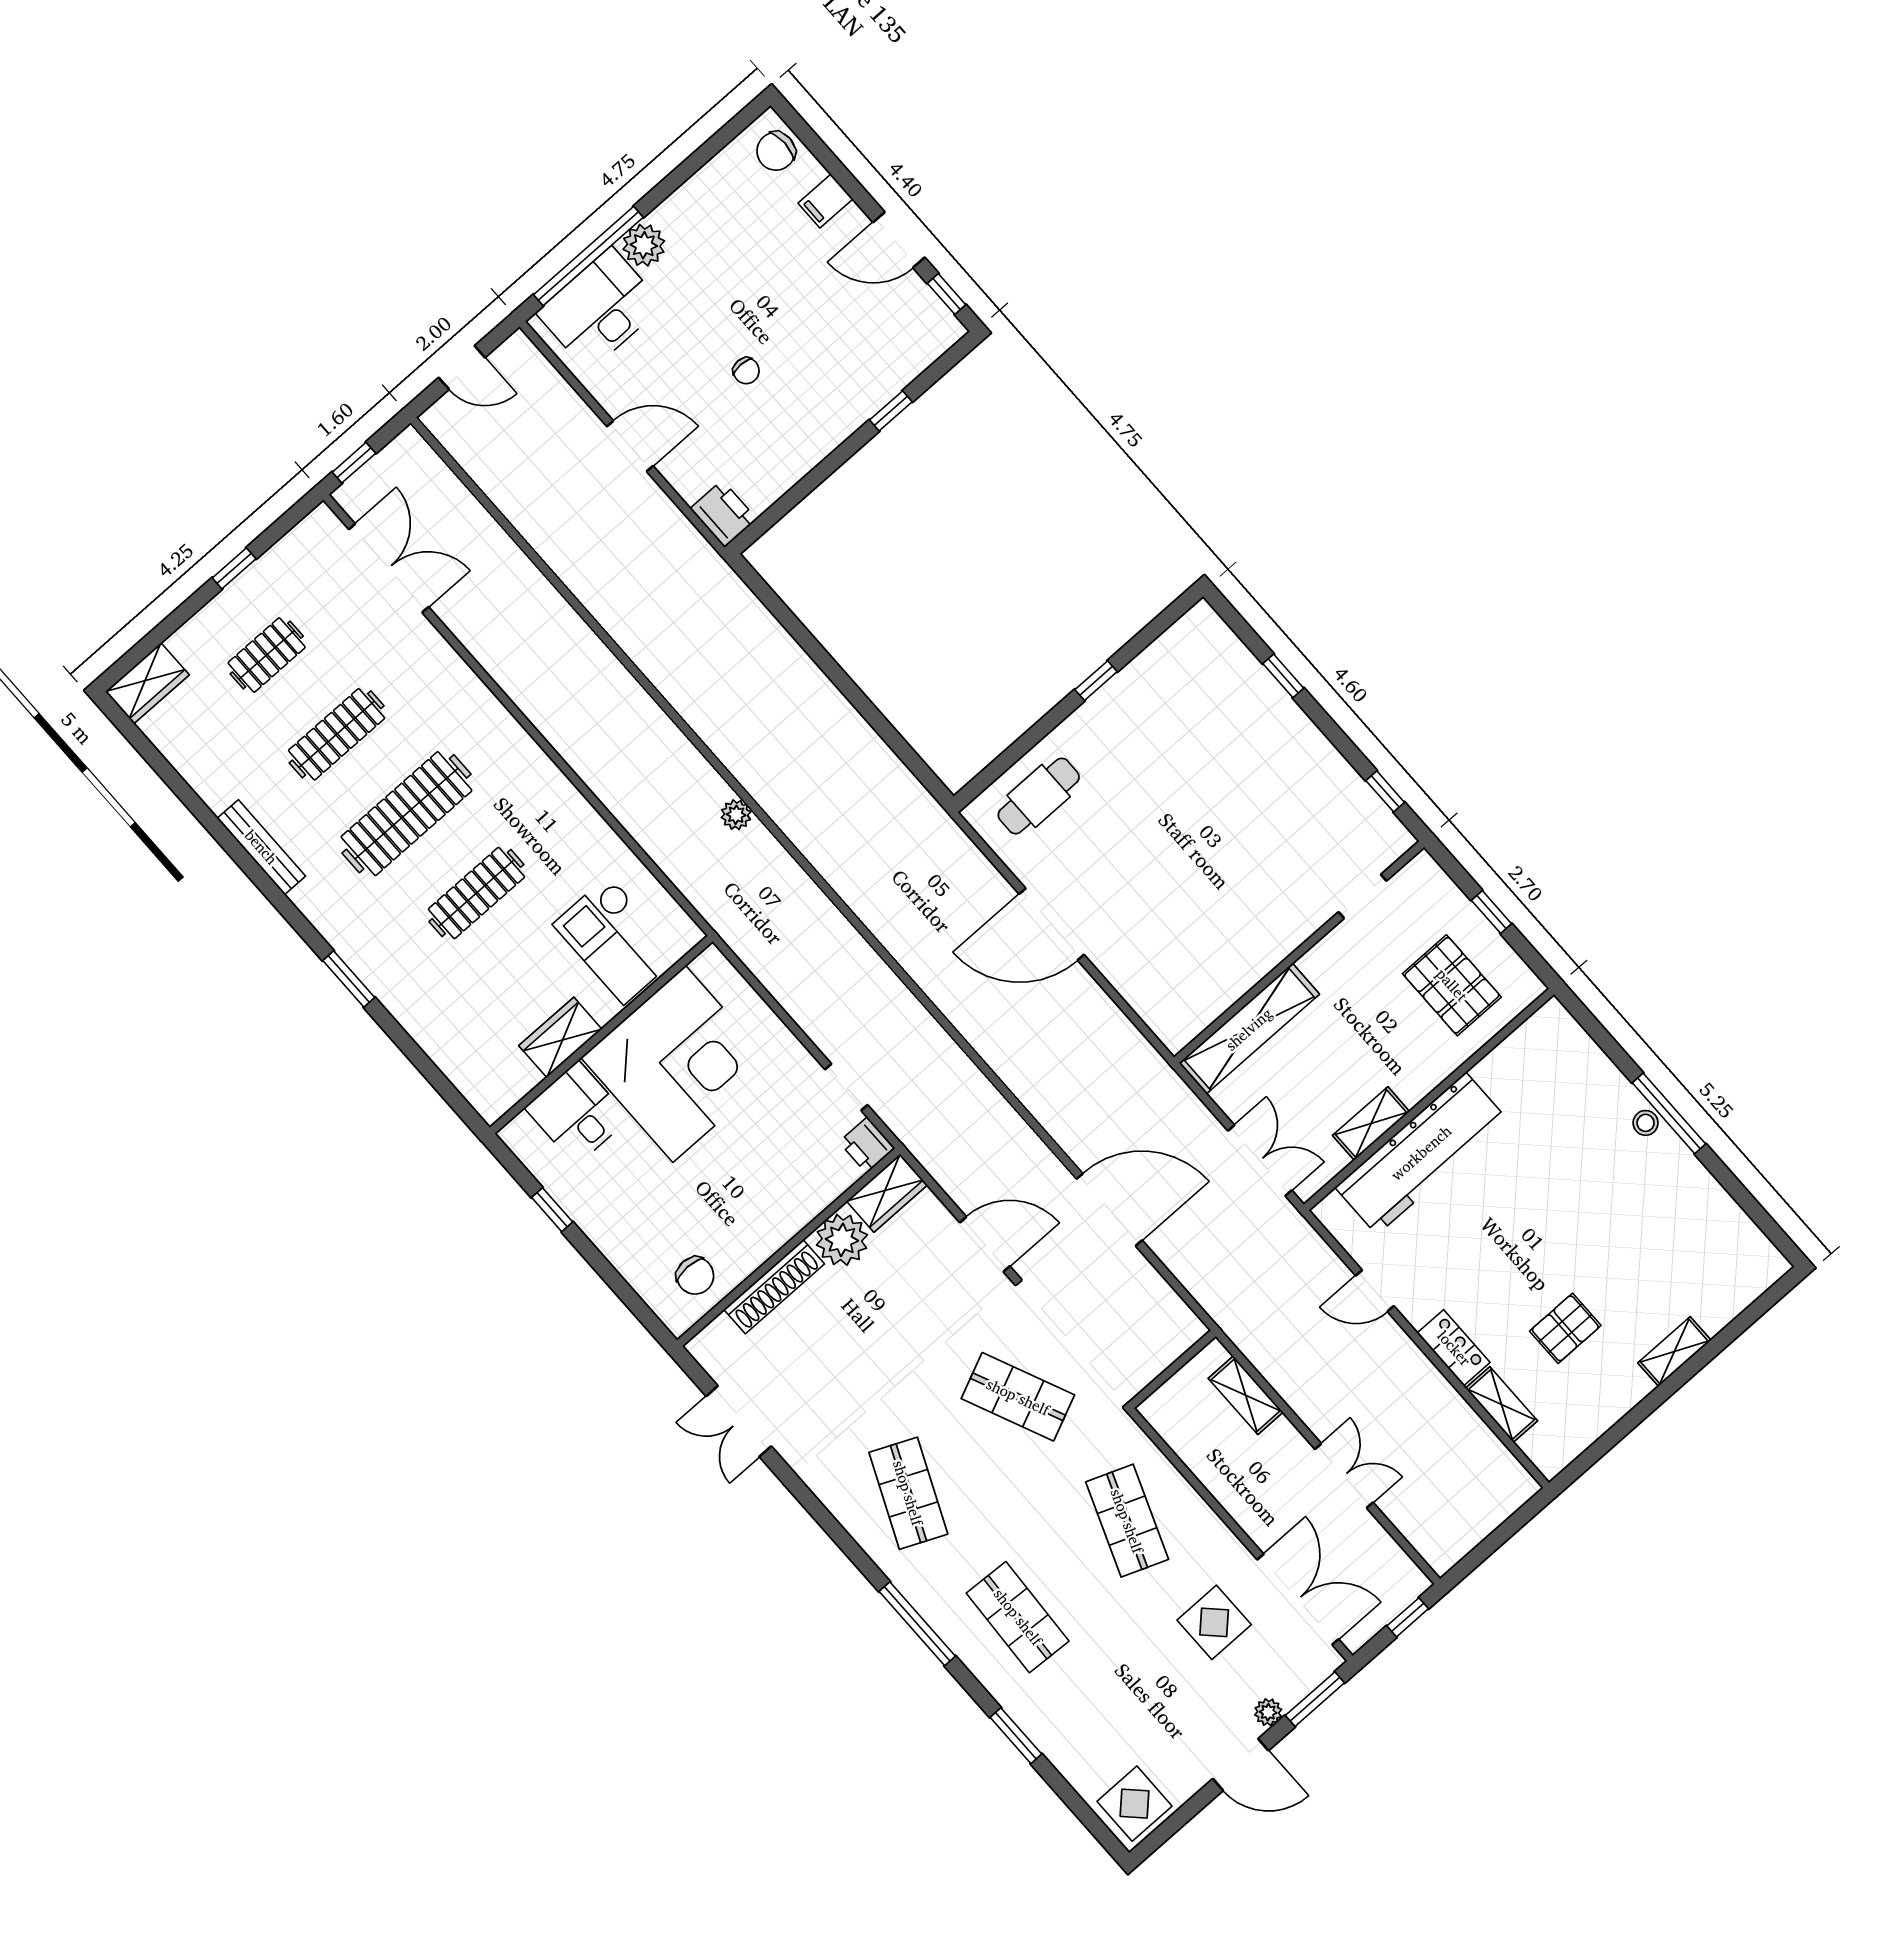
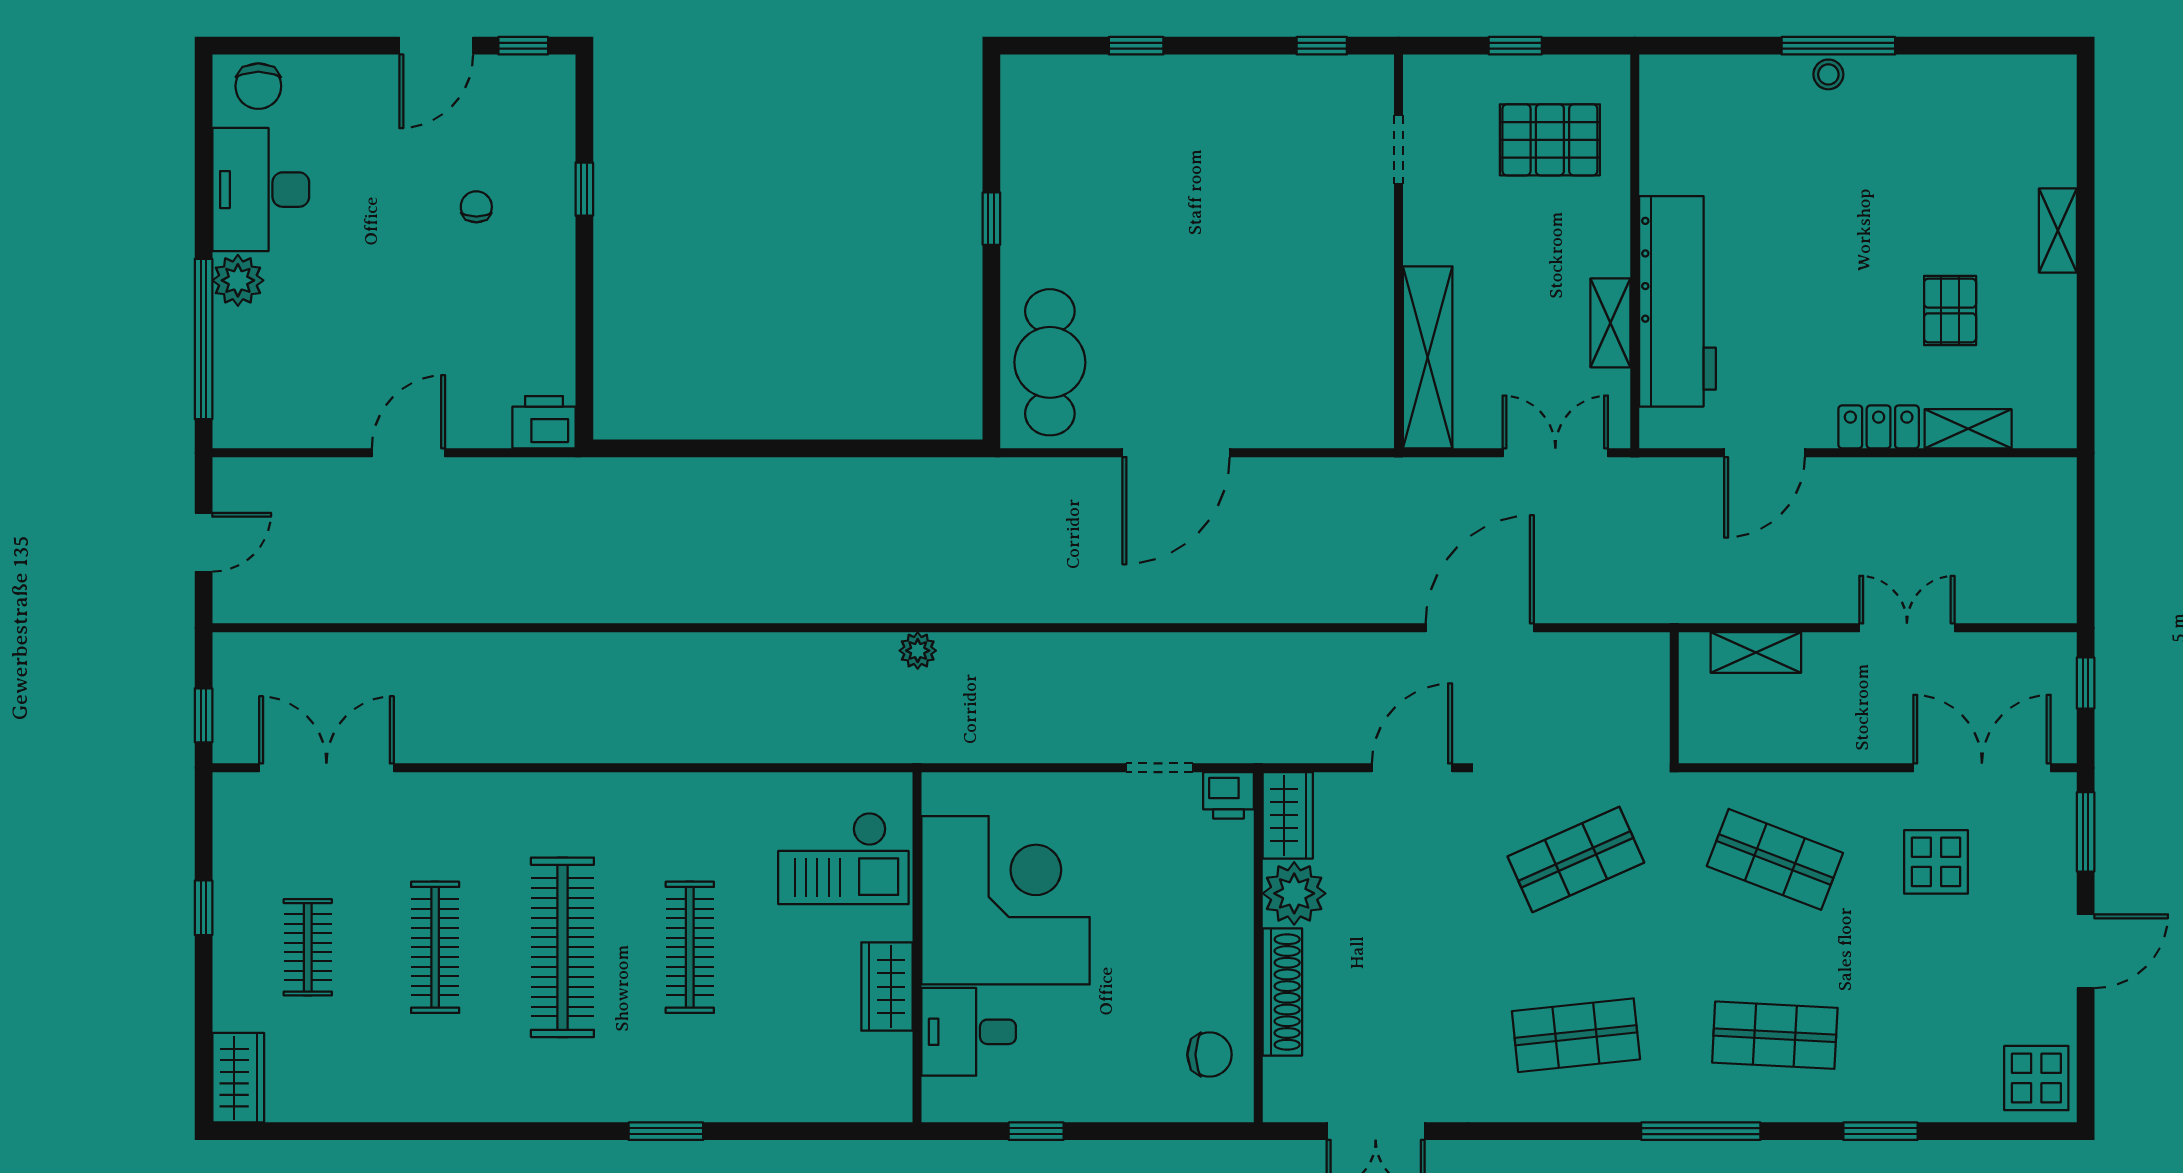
filing cabinet: (825, 201) -> (343, 81), removed
desk: (600, 309) -> (261, 190), moved
chair: (746, 371) -> (476, 207), moved, turned -90
cafe table: (1039, 796) -> (1050, 362), width x1.37, depth x1.35
plant: (736, 815) -> (918, 651), moved
bench: (261, 847) -> (477, 1105), removed
door: (1375, 1291) -> (1764, 453), width x1.38
shop shelf: (908, 1493) -> (1576, 1035), turned -30
plant: (1268, 1712) -> (2060, 885), removed

